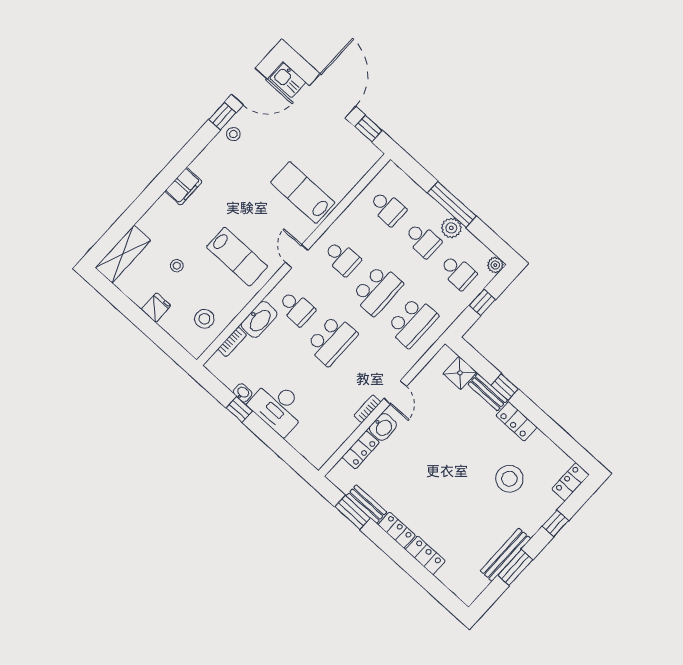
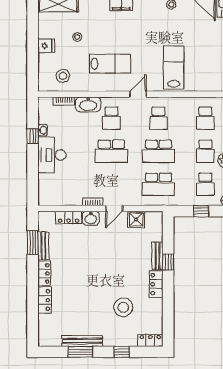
lab bench: (237, 257) -> (110, 64), turned -90
shower: (460, 373) -> (136, 219), moved

